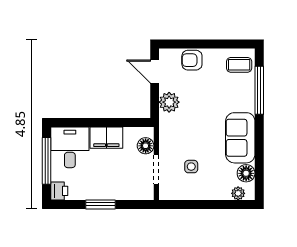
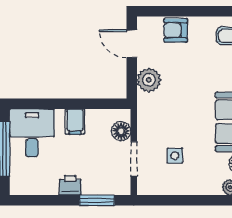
filing cabinet: (106, 138) -> (75, 122), width x0.50
printer: (59, 191) -> (70, 185), moved, turned -90
window: (100, 204) -> (97, 200), moved

